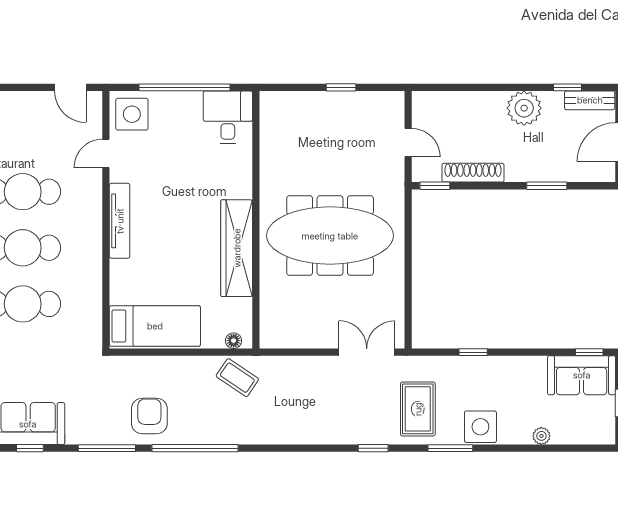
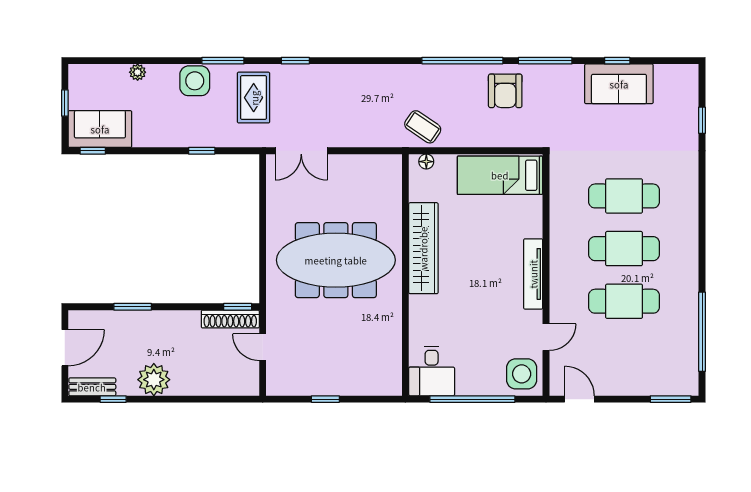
shoe rack: (473, 173) -> (230, 319), moved

